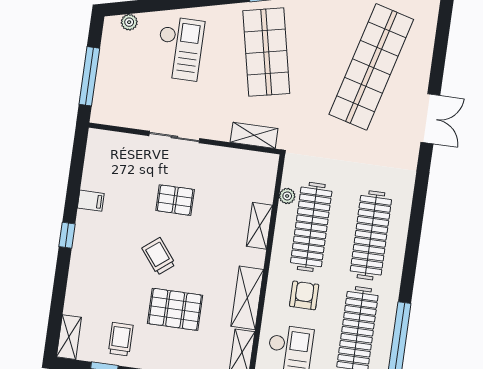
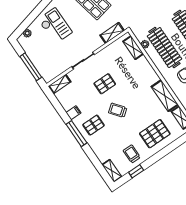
shelving: (109, 140) -> (60, 84), added
shelving: (260, 226) -> (133, 48), moved
window: (67, 235) -> (76, 134), width x2.17
pallet: (103, 246) -> (93, 125), added
pallet: (175, 309) -> (155, 134), moved

